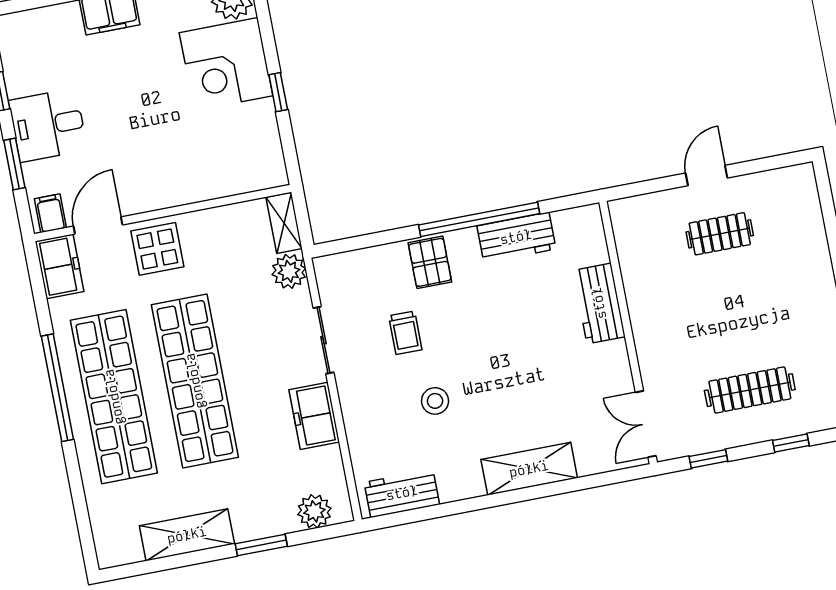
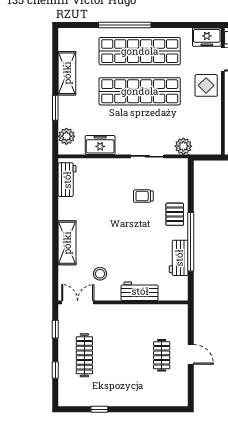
shelving: (284, 223) -> (207, 148), removed
pallet: (430, 262) -> (175, 214), turned 90
window: (57, 388) -> (125, 25), moved
stool: (435, 401) -> (100, 274), moved
freezer: (314, 416) -> (100, 145), moved

